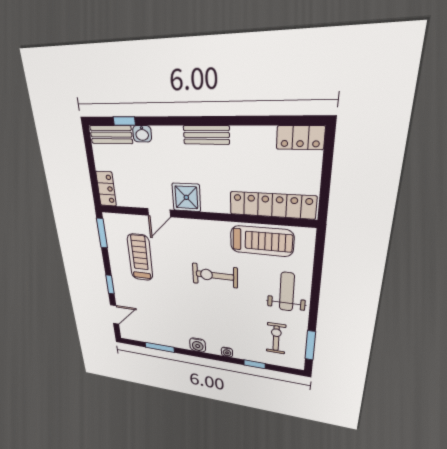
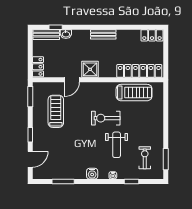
weight bench: (287, 292) -> (117, 145), moved, turned 180

